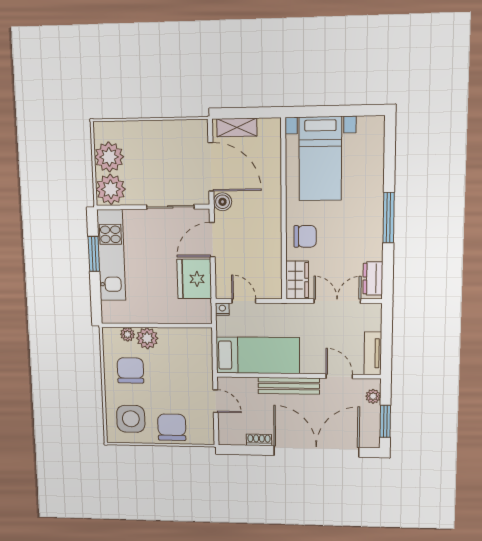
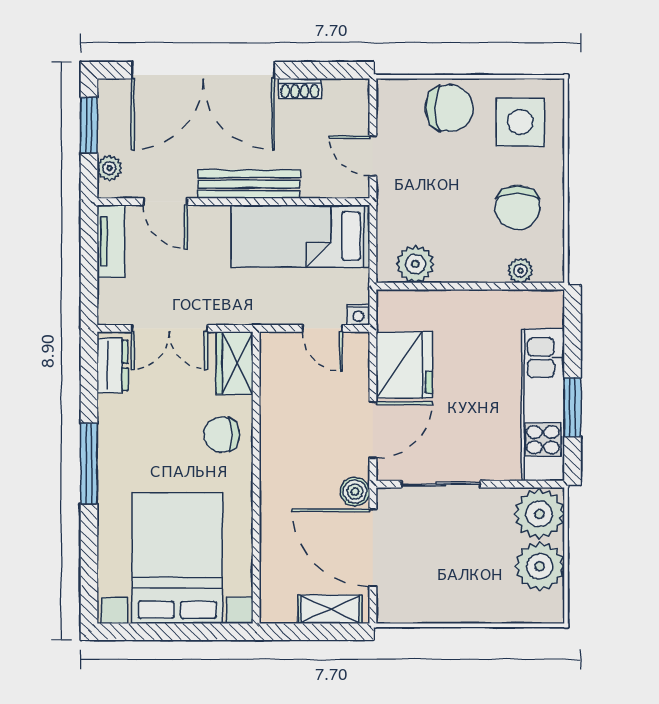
bed with nightstands: (320, 159) -> (177, 558), width x1.36
plant: (147, 338) -> (415, 264), moved
chair: (172, 427) -> (449, 108), turned -90

